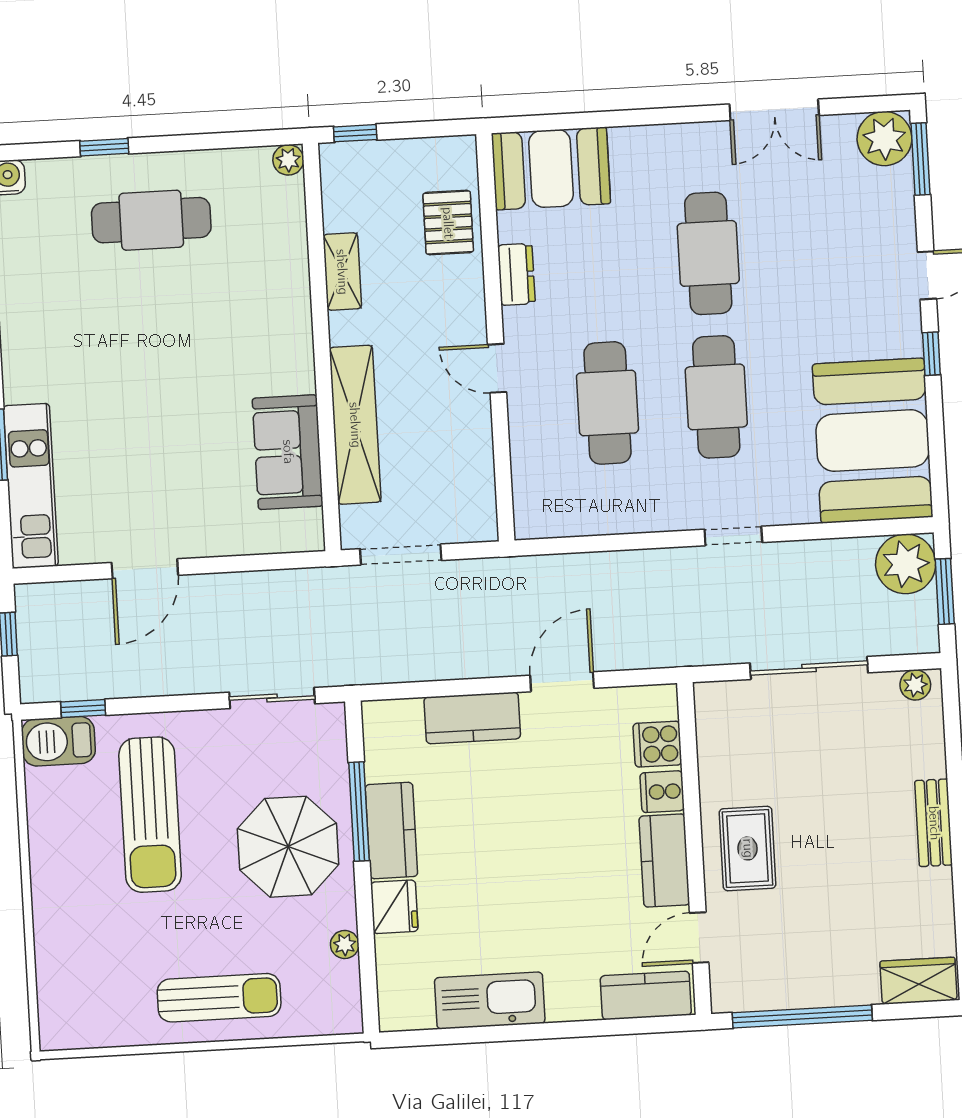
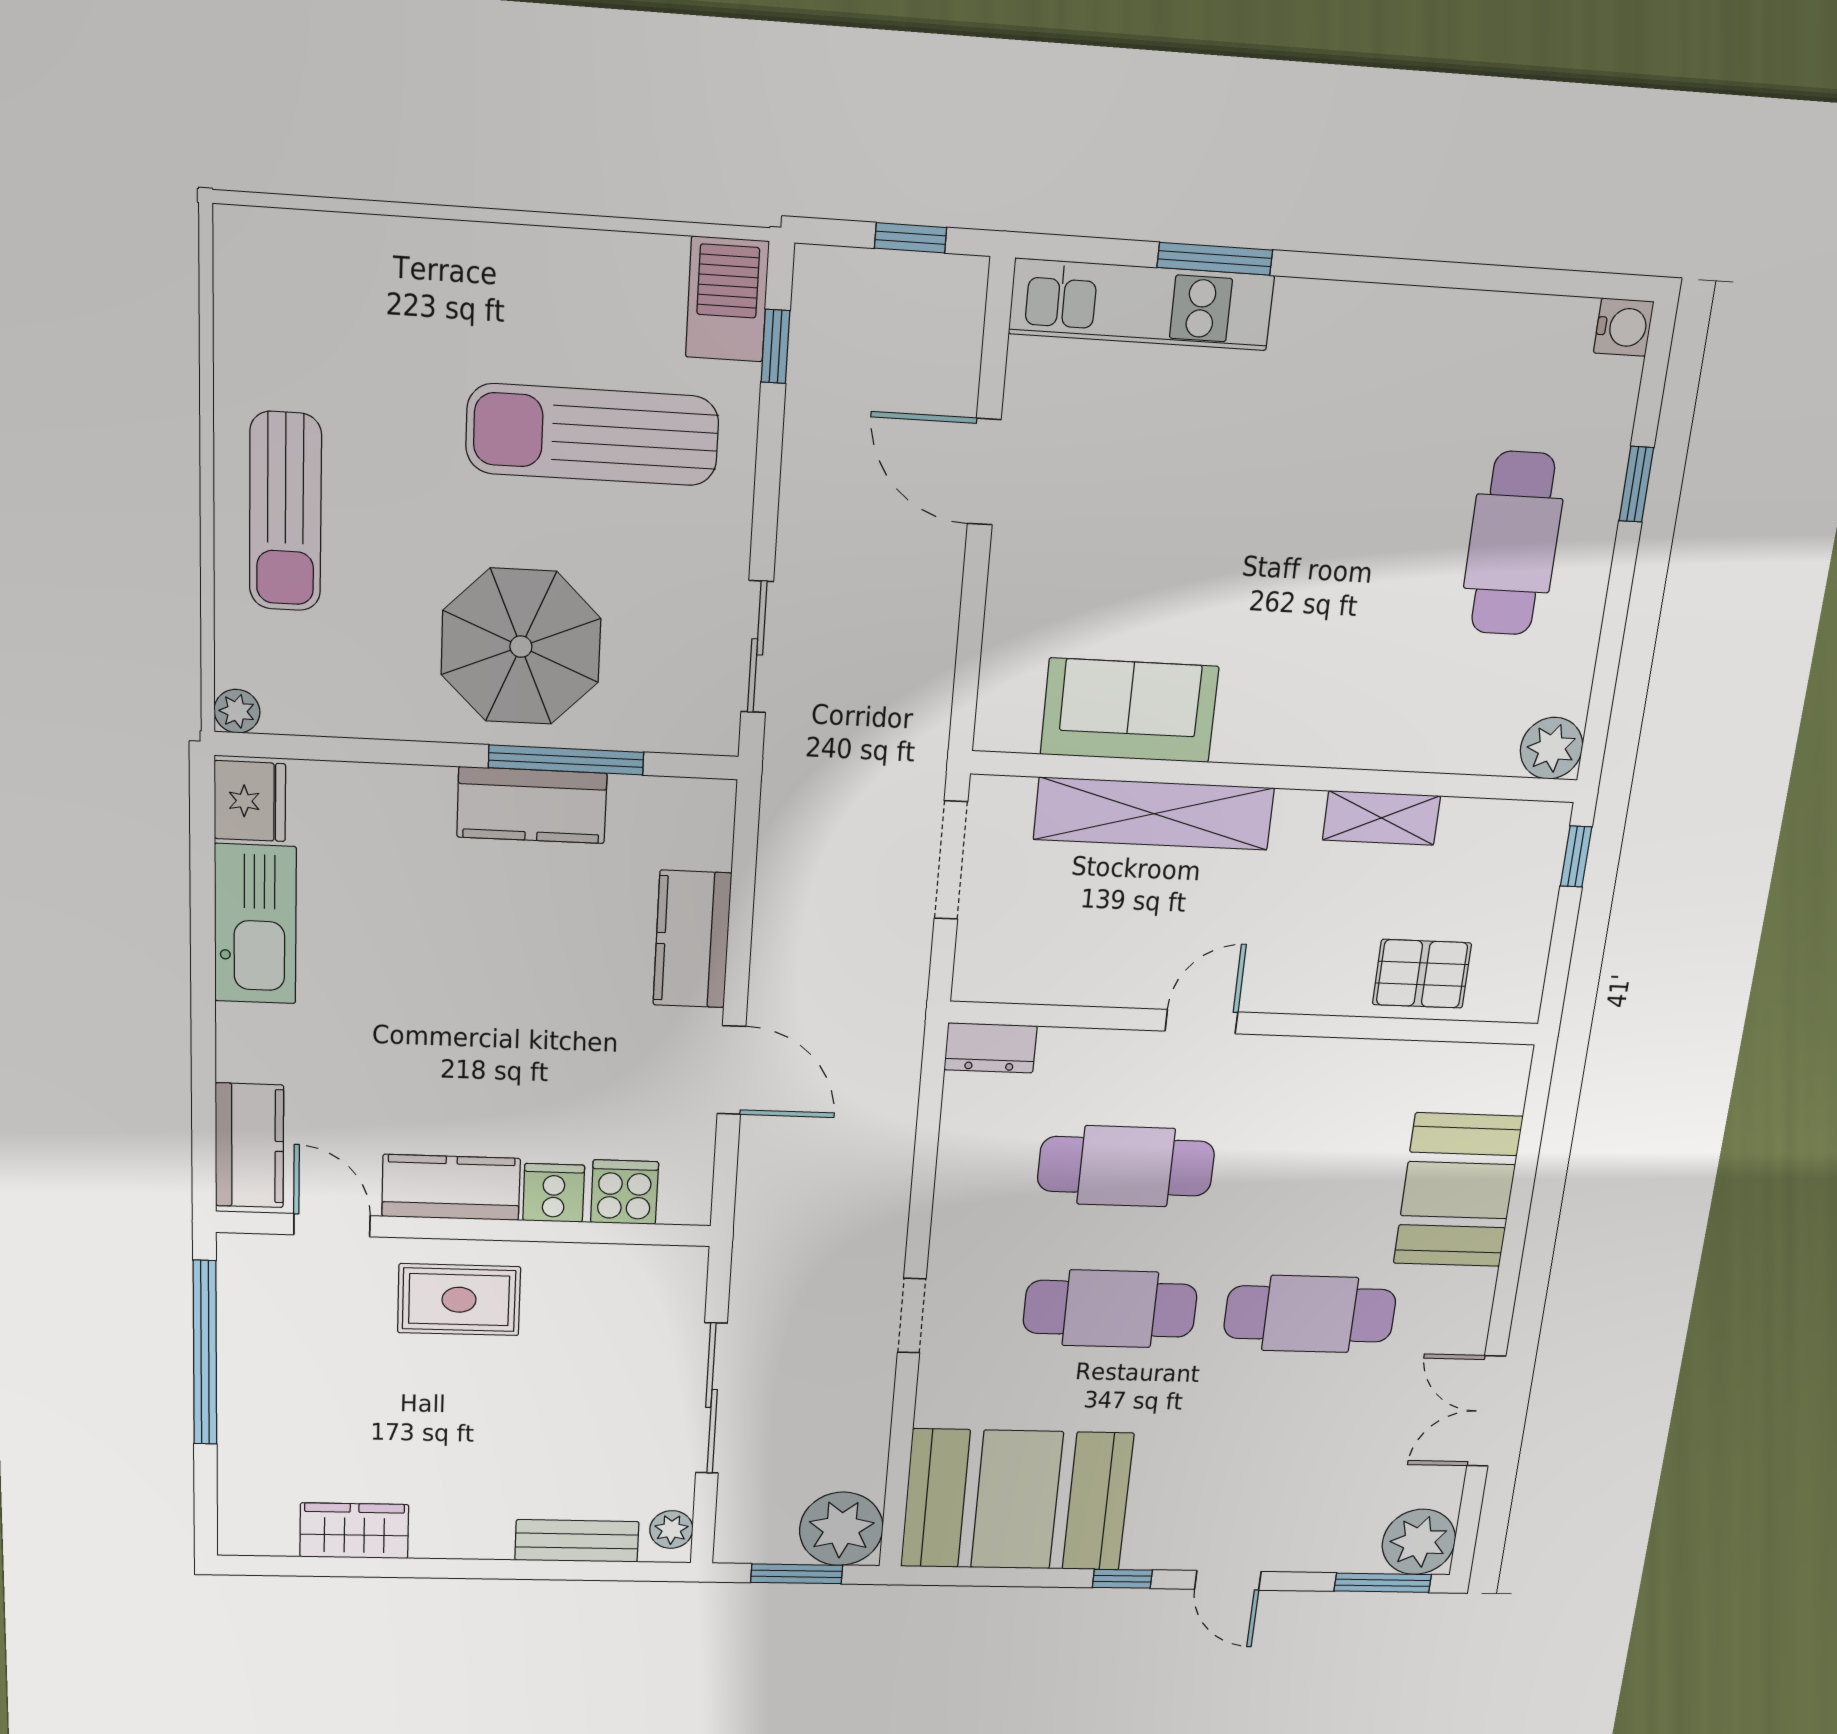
plant: (288, 160) -> (1552, 748), width x1.38, depth x1.38
booth: (551, 168) -> (1458, 1190), moved
dresser: (516, 274) -> (991, 1048), moved
bench: (934, 823) -> (577, 1541), moved
fridge: (394, 907) -> (250, 801), moved, turned -90
plant: (345, 944) -> (237, 711), moved
wardrobe: (919, 981) -> (354, 1531), moved, turned -90

